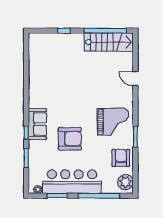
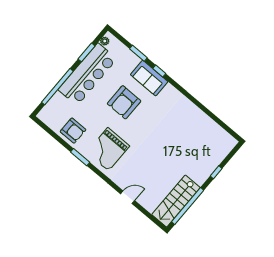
sofa: (37, 124) -> (149, 78), moved
plant: (125, 182) -> (50, 118), removed

